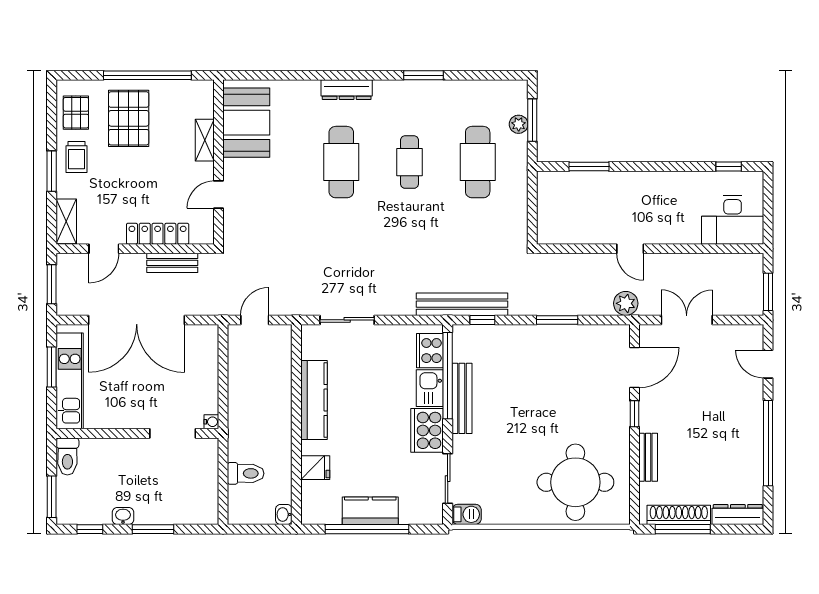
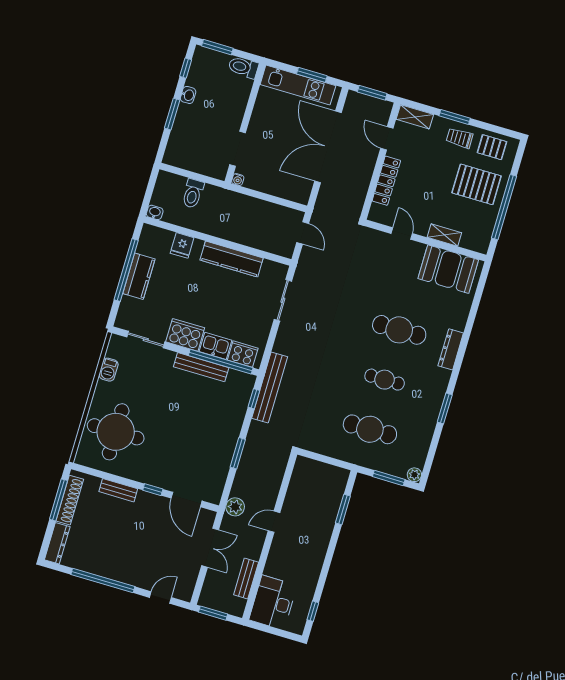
plant: (519, 124) -> (414, 475), moved
bench: (172, 263) -> (246, 579), moved
barbecue: (467, 514) -> (109, 370), moved

